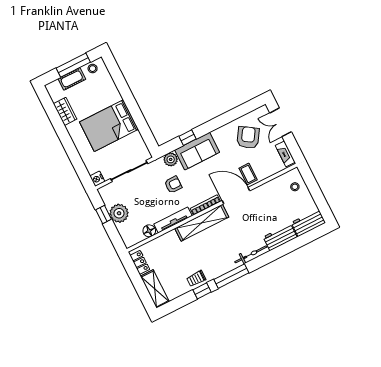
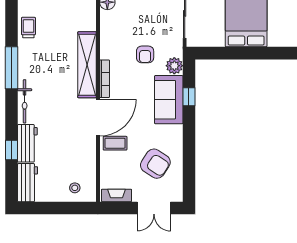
double door: (281, 122) -> (154, 208), swing flipped
tv unit: (173, 220) -> (106, 35), removed
window: (202, 291) -> (11, 150), moved

